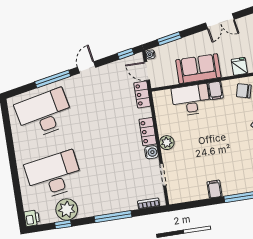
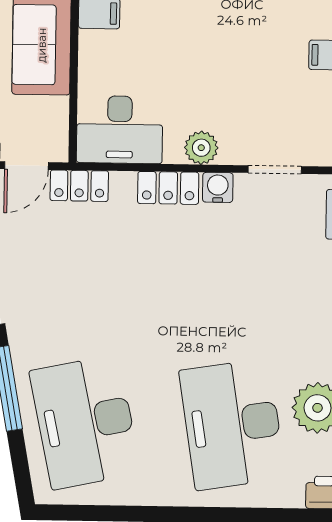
desk: (191, 100) -> (120, 130), moved, turned -90

